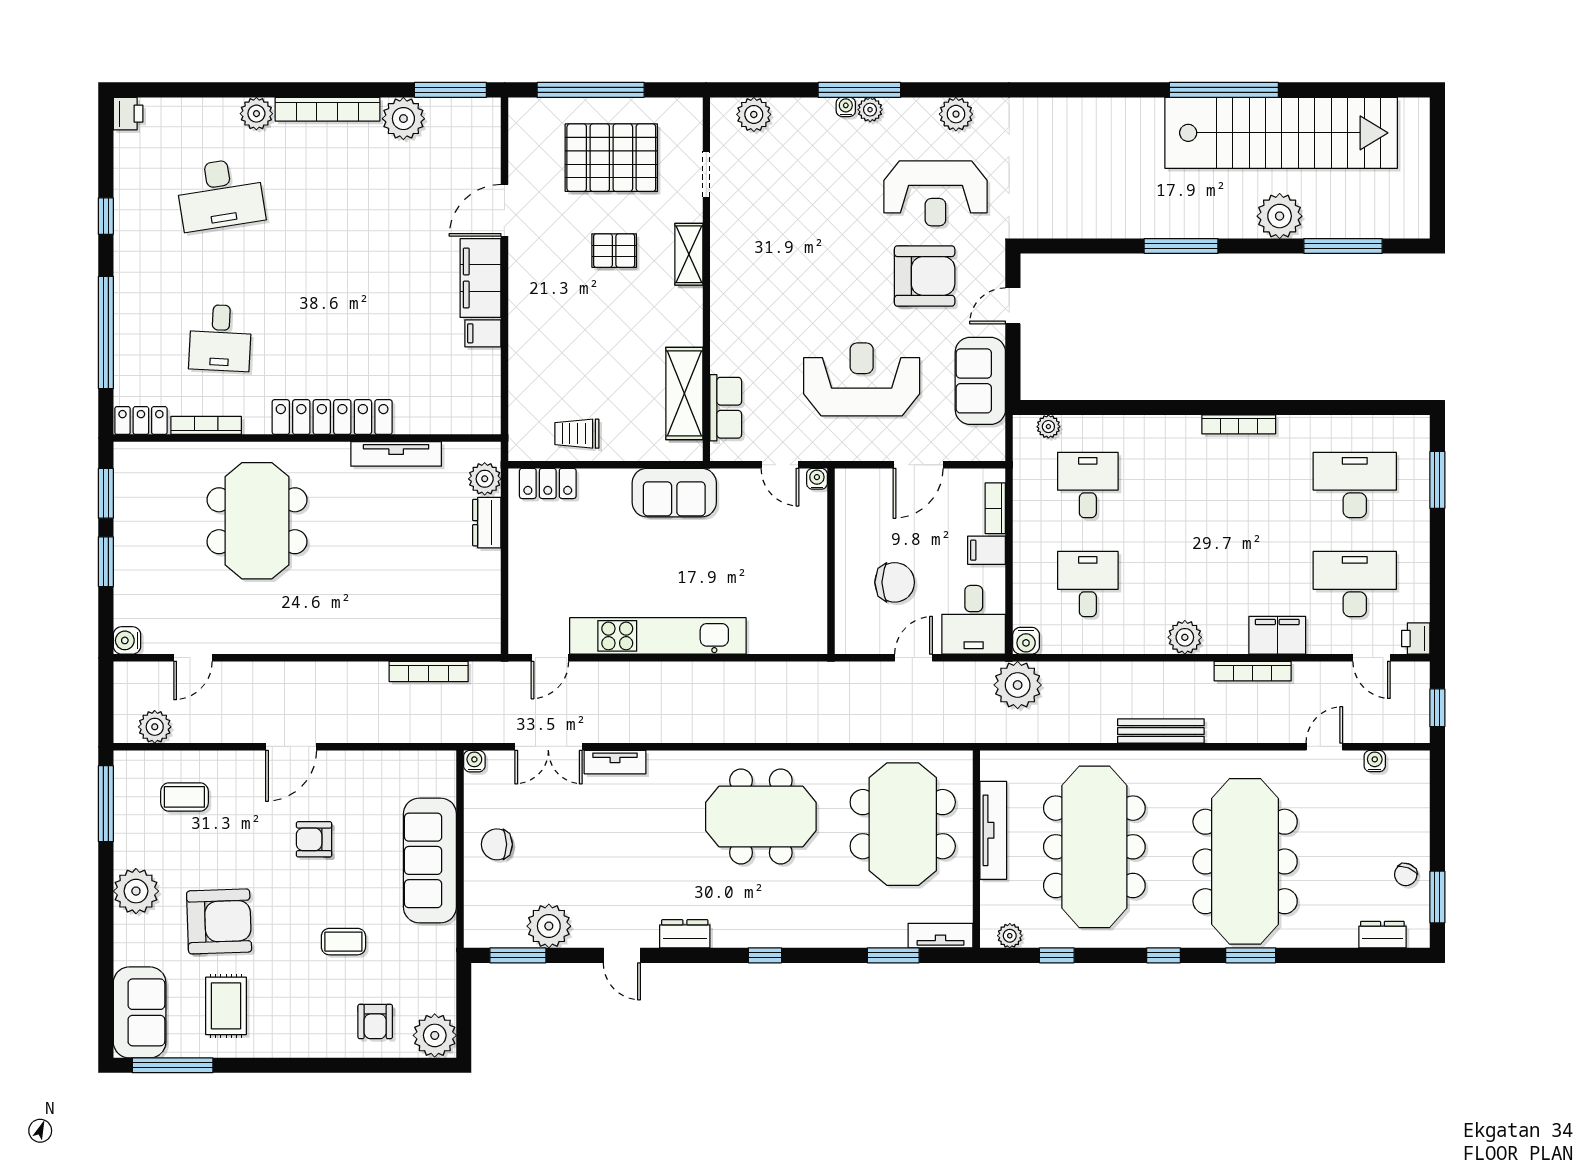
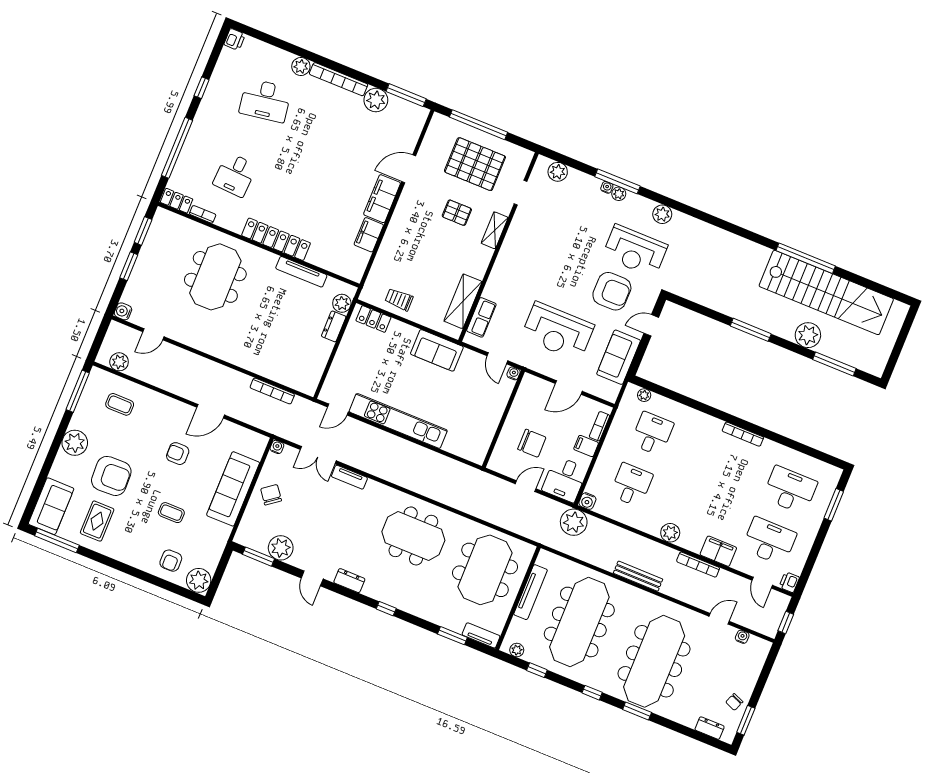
filing cabinet: (483, 333) -> (369, 235), width x2.00
reception desk: (862, 379) -> (558, 331), turned 180
bookcase: (206, 425) -> (203, 214), width x0.64
door: (291, 747) -> (211, 411), moved
chair: (497, 844) -> (271, 495), turned 53

